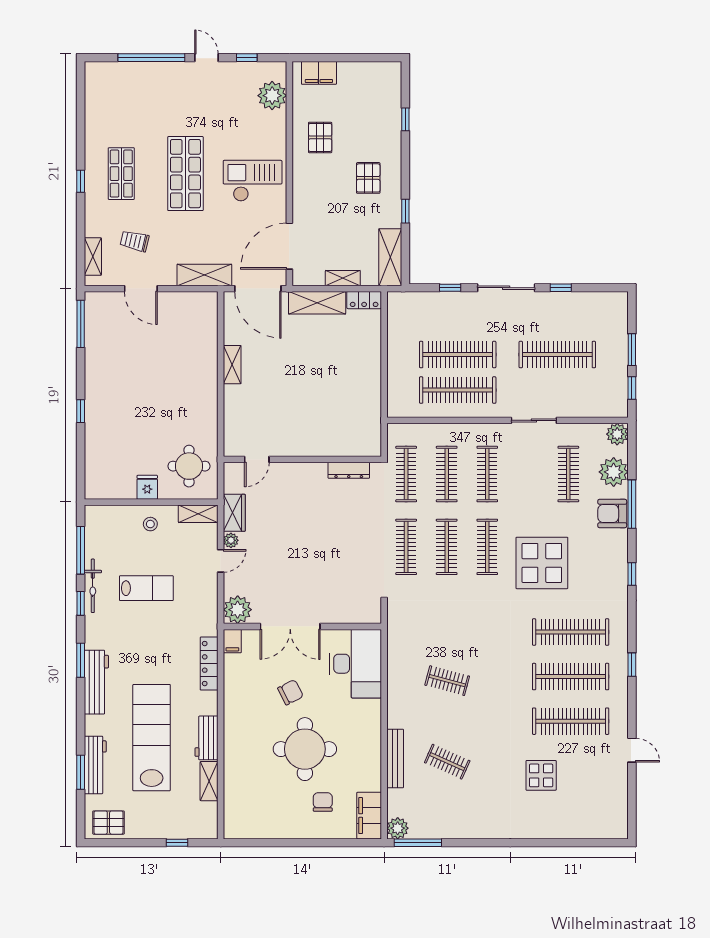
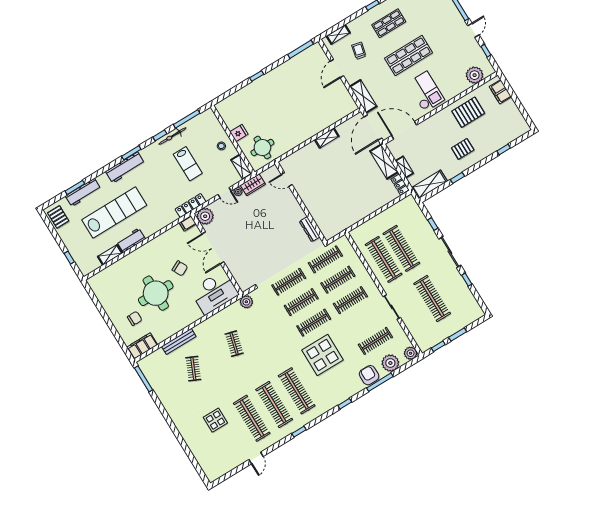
pallet: (320, 137) -> (468, 112), width x1.50, depth x1.42
locker: (209, 664) -> (191, 205), moved
plant: (398, 828) -> (246, 302), moved

